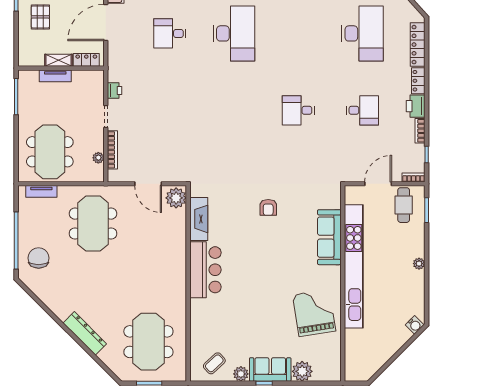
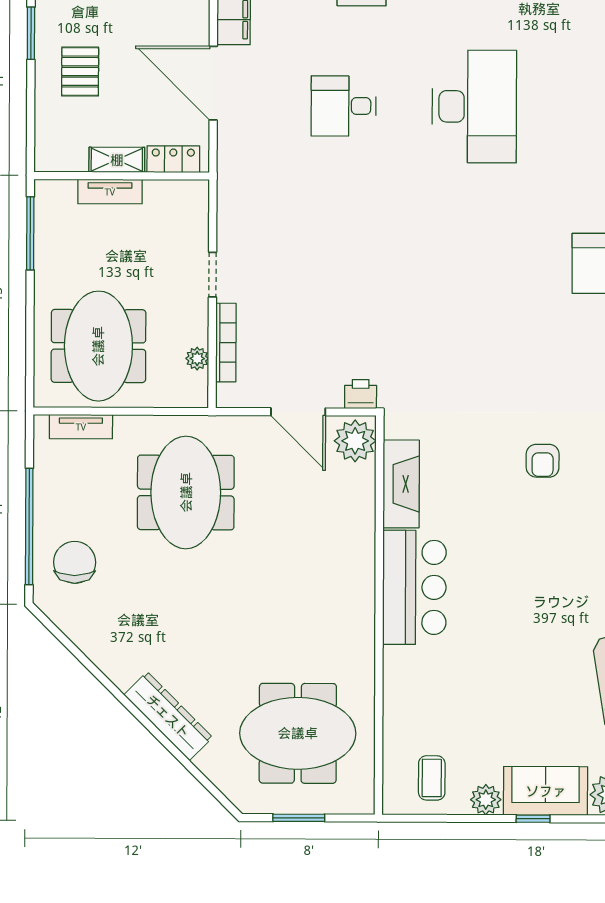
door: (106, 22) -> (213, 83), hinge flipped
printer: (115, 90) -> (361, 394), moved, turned -90
meeting table: (148, 342) -> (298, 733), turned 90
coffee table: (214, 363) -> (432, 778), turned -47

